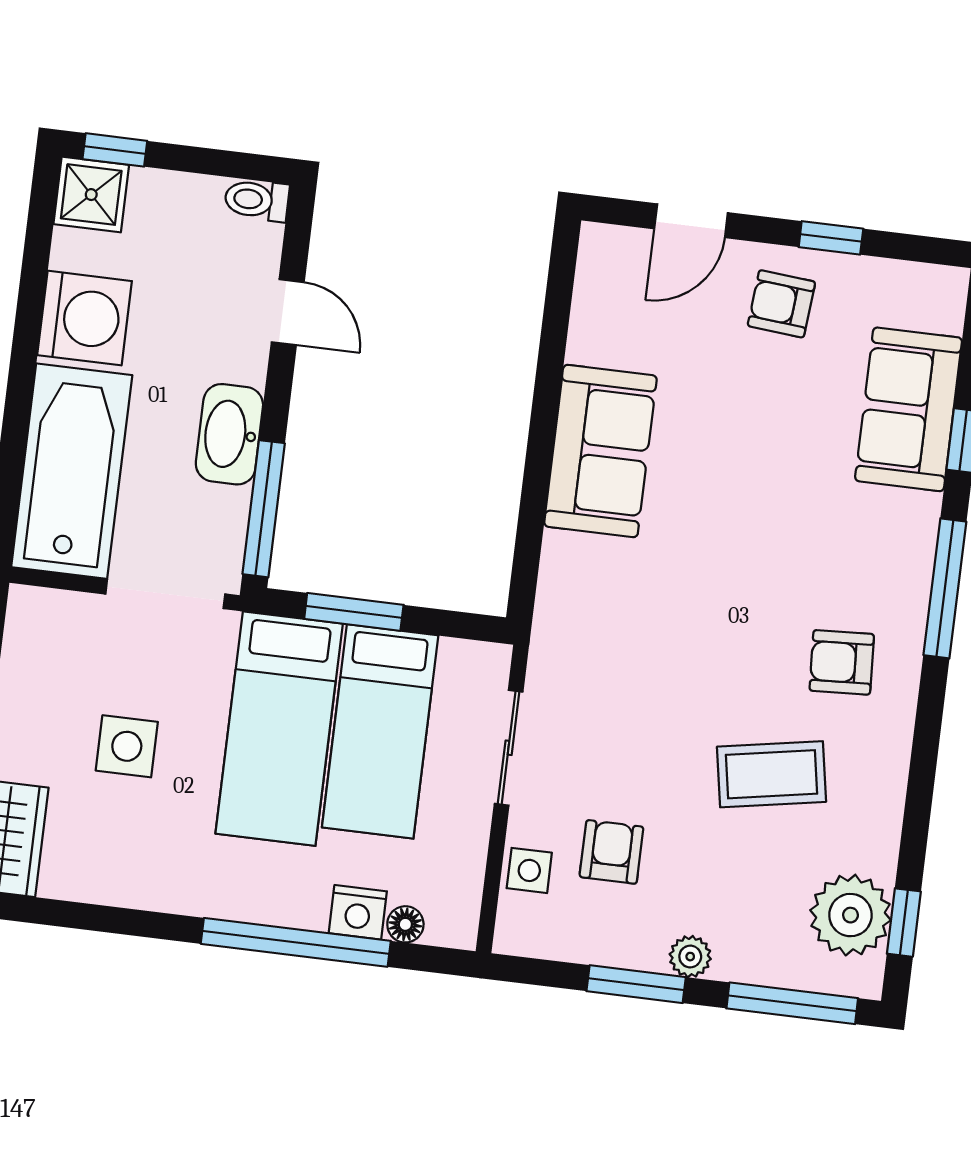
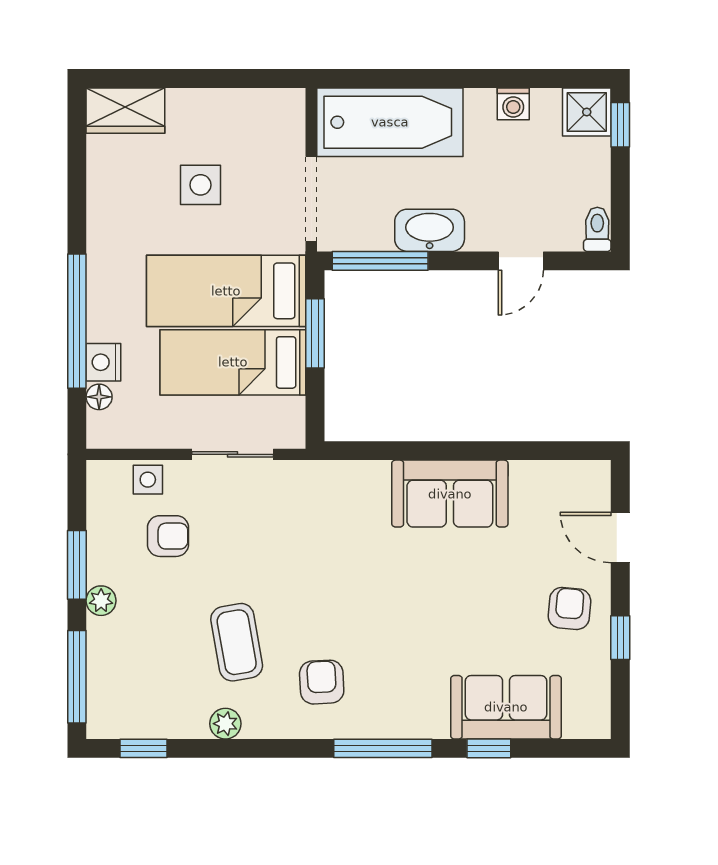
washing machine: (85, 318) -> (513, 104), width x0.53, depth x0.53
plant: (851, 915) -> (225, 724), moved, width x0.53, depth x0.53

